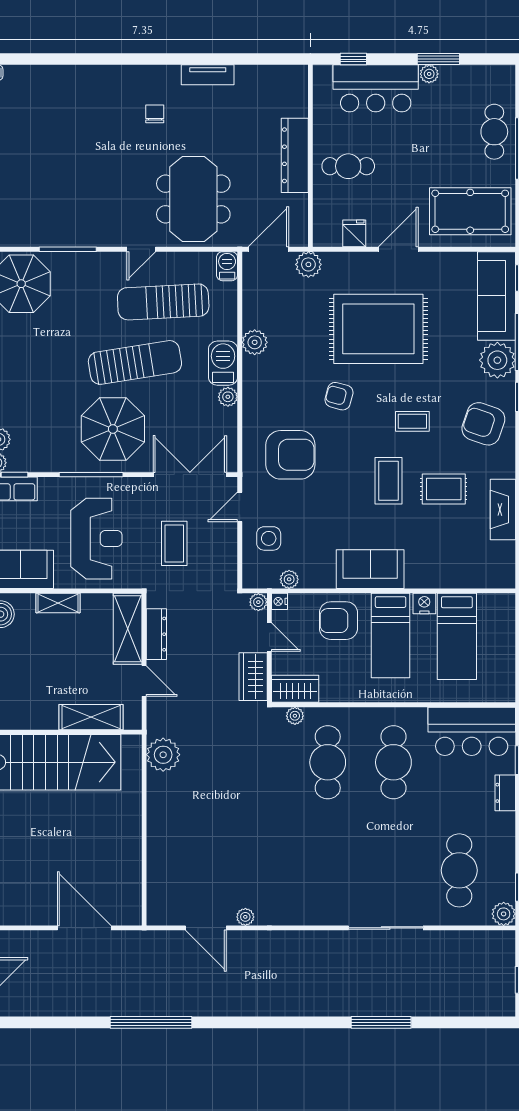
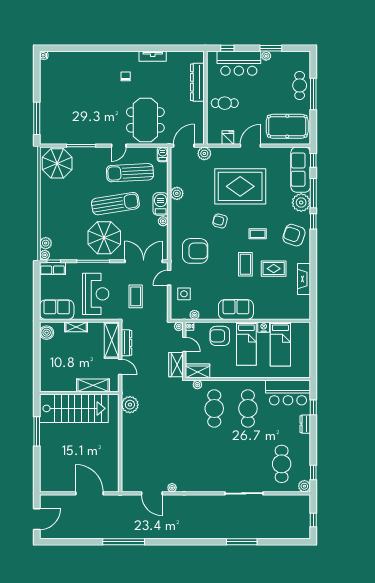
dresser: (295, 155) -> (197, 82), moved

